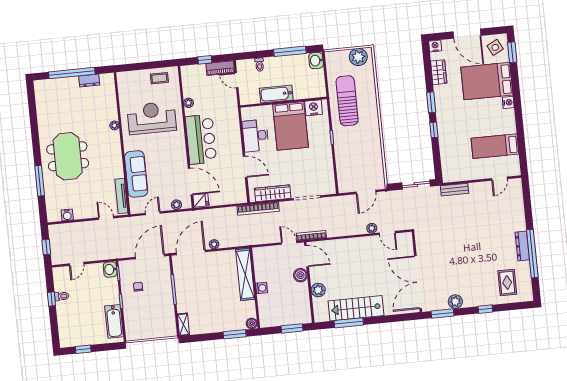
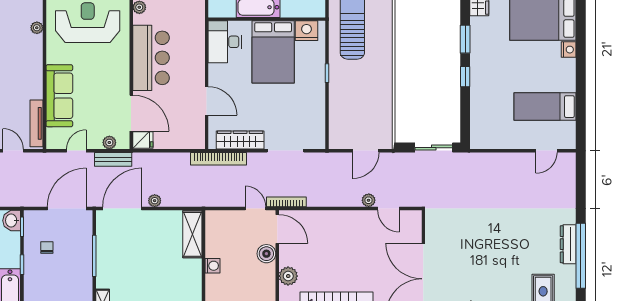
desk: (256, 136) -> (225, 42), moved
bench: (454, 190) -> (113, 159), moved
shelving: (245, 274) -> (192, 234), width x0.68

